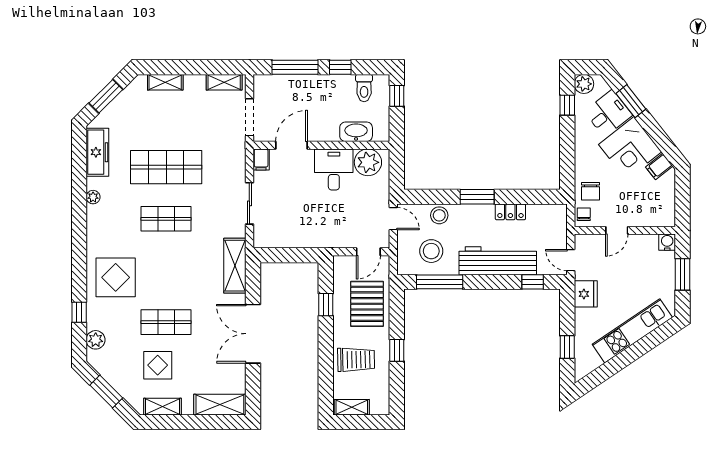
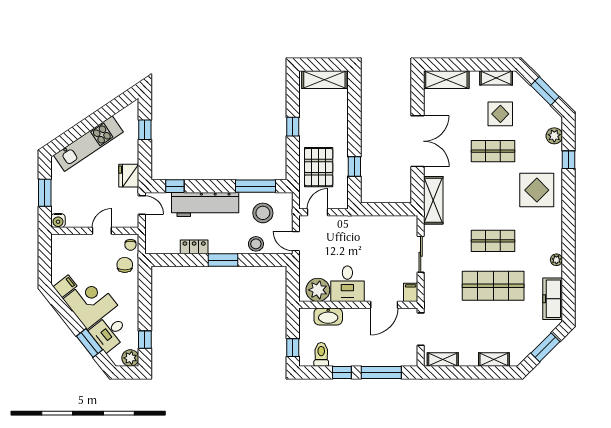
trolley: (356, 360) -> (328, 119), removed
shelving: (352, 407) -> (324, 80), width x1.50, depth x1.33

